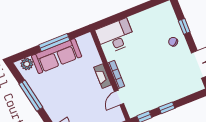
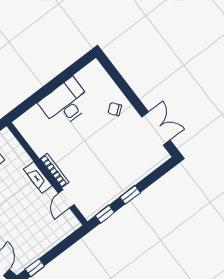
window: (184, 26) -> (123, 86), removed
desk: (116, 36) -> (65, 103), moved

